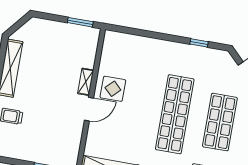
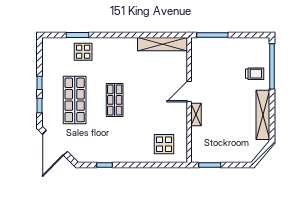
display table: (113, 89) -> (164, 144), moved
shop shelf: (175, 114) -> (115, 100), width x0.50, depth x0.74

